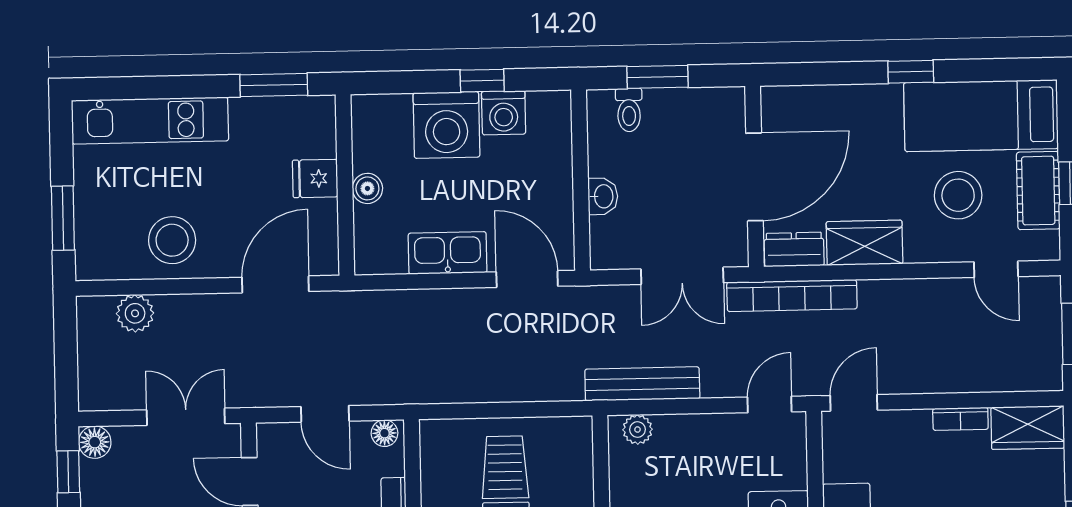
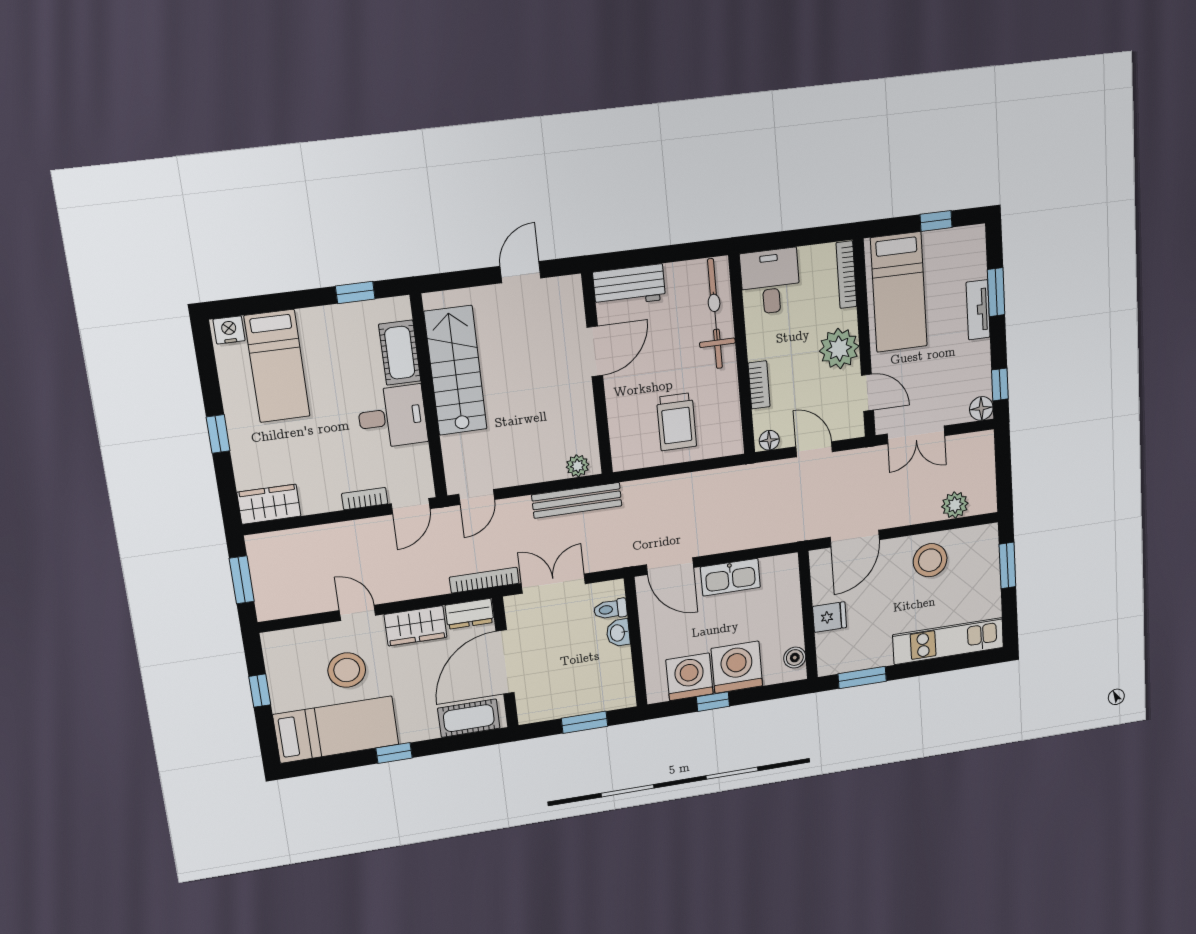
toilet: (629, 110) -> (610, 609), moved, turned -90
washing machine: (504, 113) -> (689, 677), width x1.37, depth x1.37
boiler: (367, 188) -> (795, 658), moved
cot: (1038, 191) -> (469, 718), moved, turned 90
door: (996, 269) -> (357, 613), moved
bookcase: (792, 296) -> (484, 580), width x0.68, depth x0.76
bookcase: (960, 419) -> (365, 499), moved

